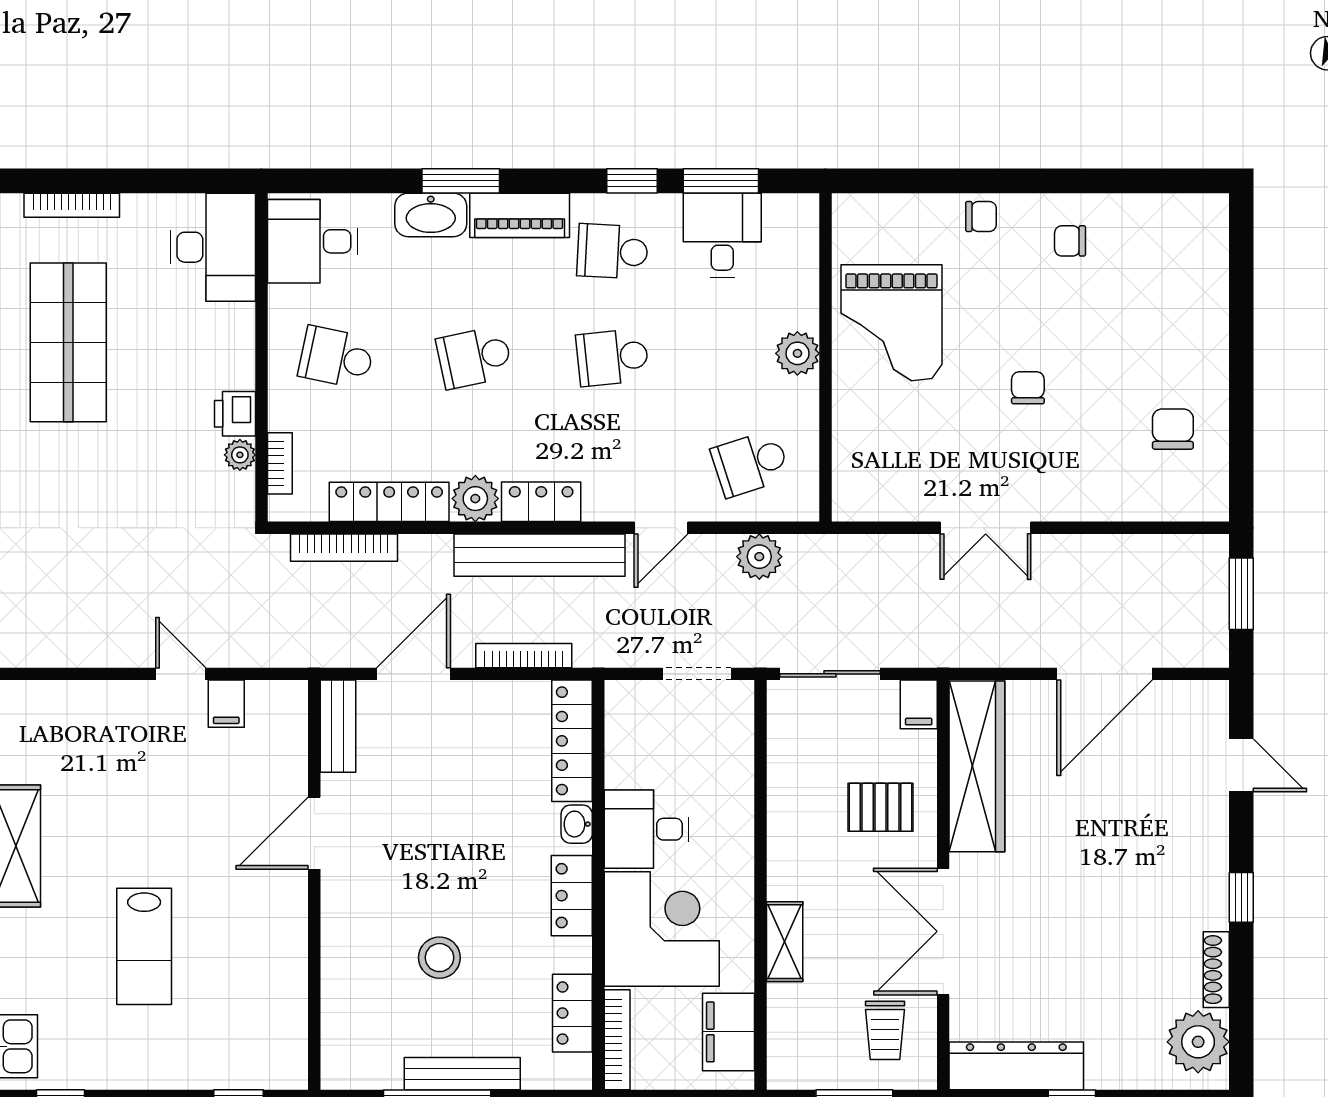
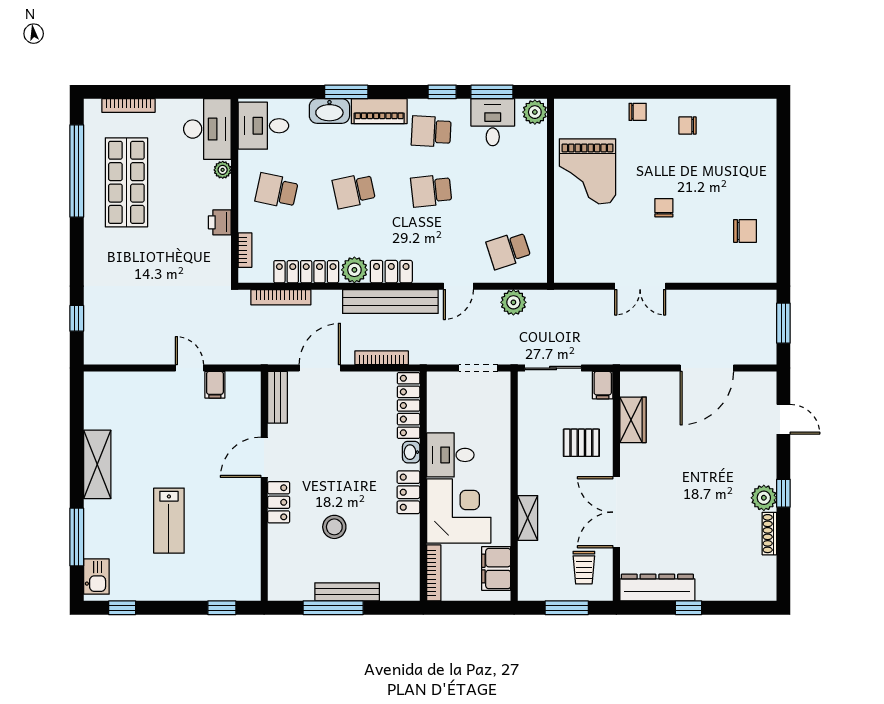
plant: (797, 353) -> (535, 112), moved
chair: (1173, 429) -> (745, 231), turned 90
plant: (240, 455) -> (223, 170), moved
wardrobe: (977, 766) -> (633, 420), width x0.48, depth x0.85
locker: (572, 1013) -> (279, 502), moved, turned 180
plant: (1198, 1042) -> (764, 498), moved, width x0.73, depth x0.73

